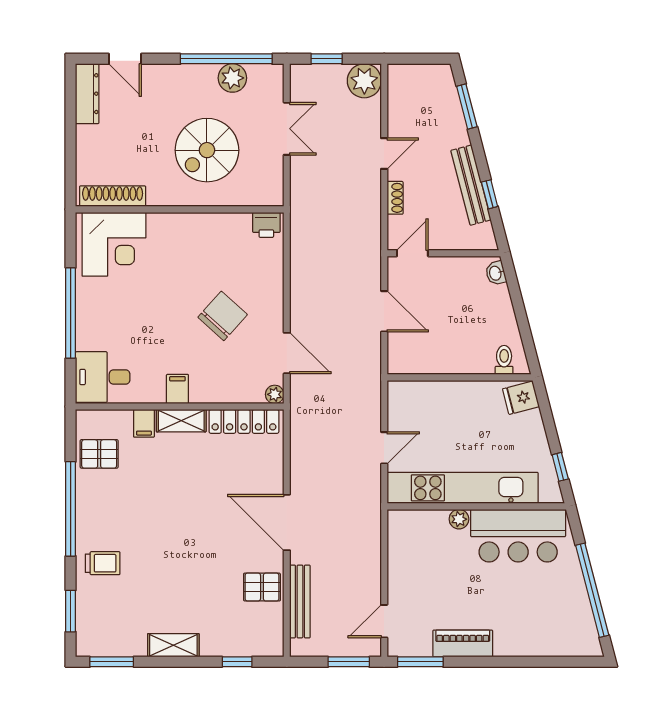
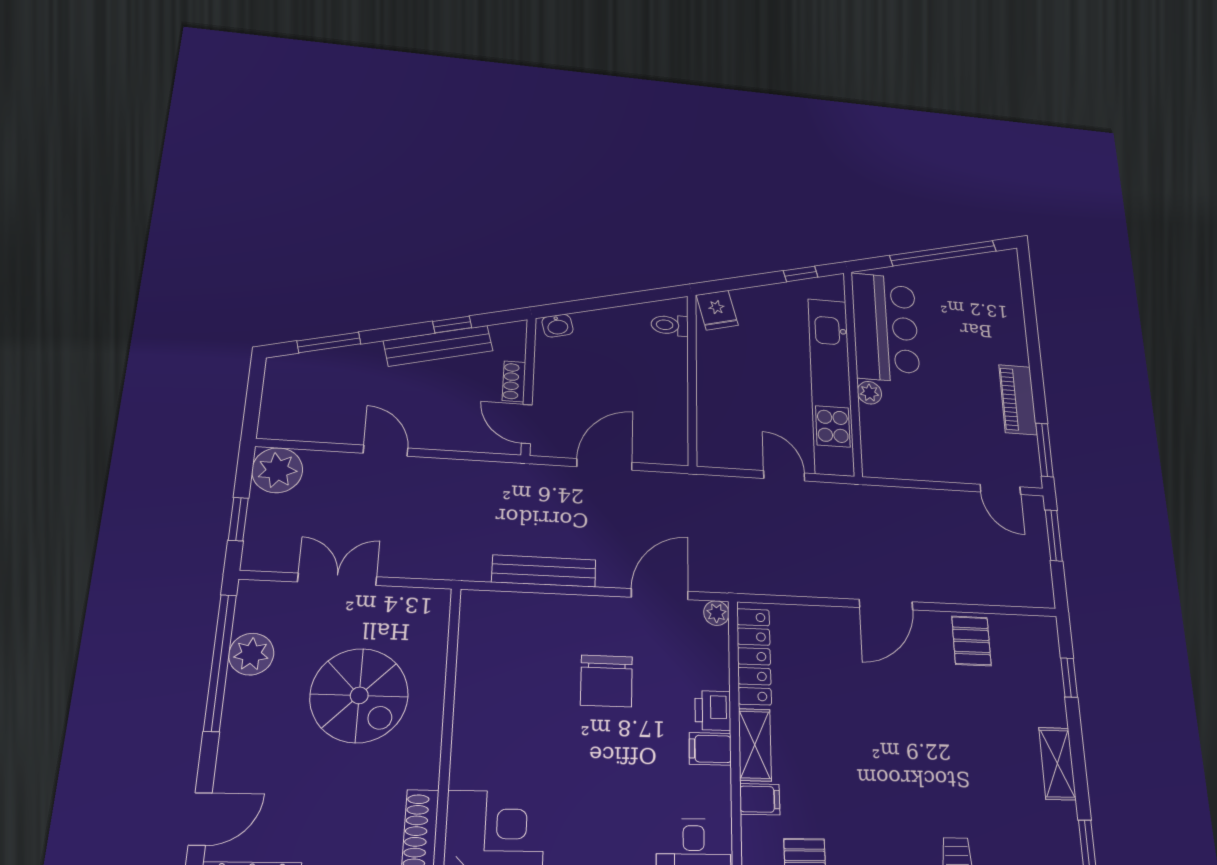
shoe rack: (395, 198) -> (514, 381), moved, turned -90
printer: (266, 225) -> (713, 710), moved, turned 180
chair: (223, 316) -> (606, 681), turned -132
door: (287, 522) -> (886, 605), width x0.73
bench: (300, 601) -> (544, 571), moved

